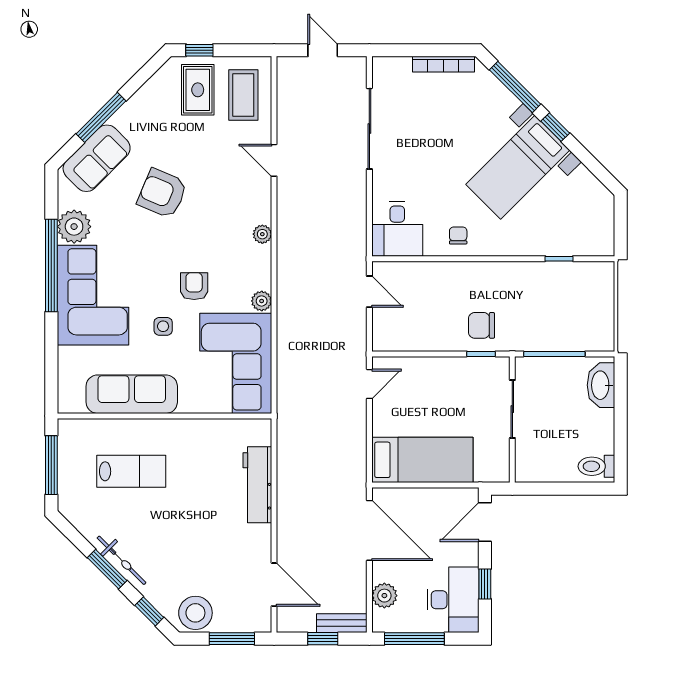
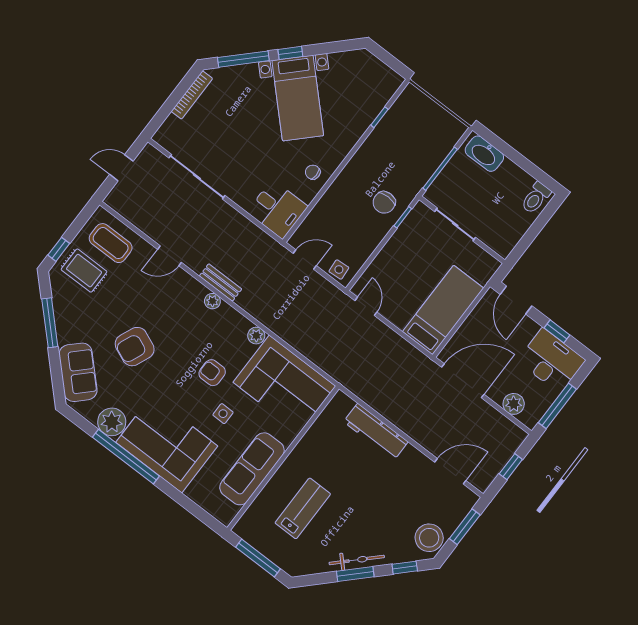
window: (101, 117) -> (50, 323), moved
side table: (385, 331) -> (339, 269), added
bench: (342, 623) -> (221, 282), moved, turned 90

